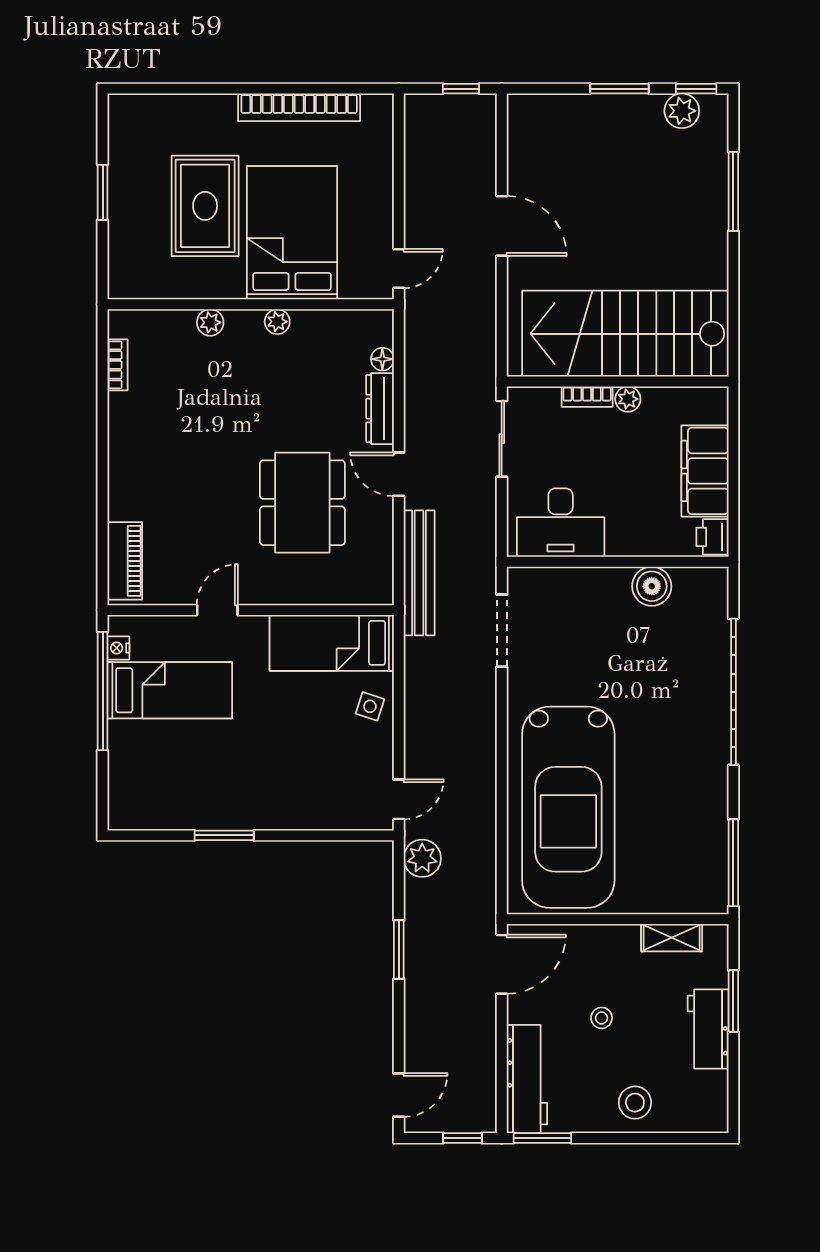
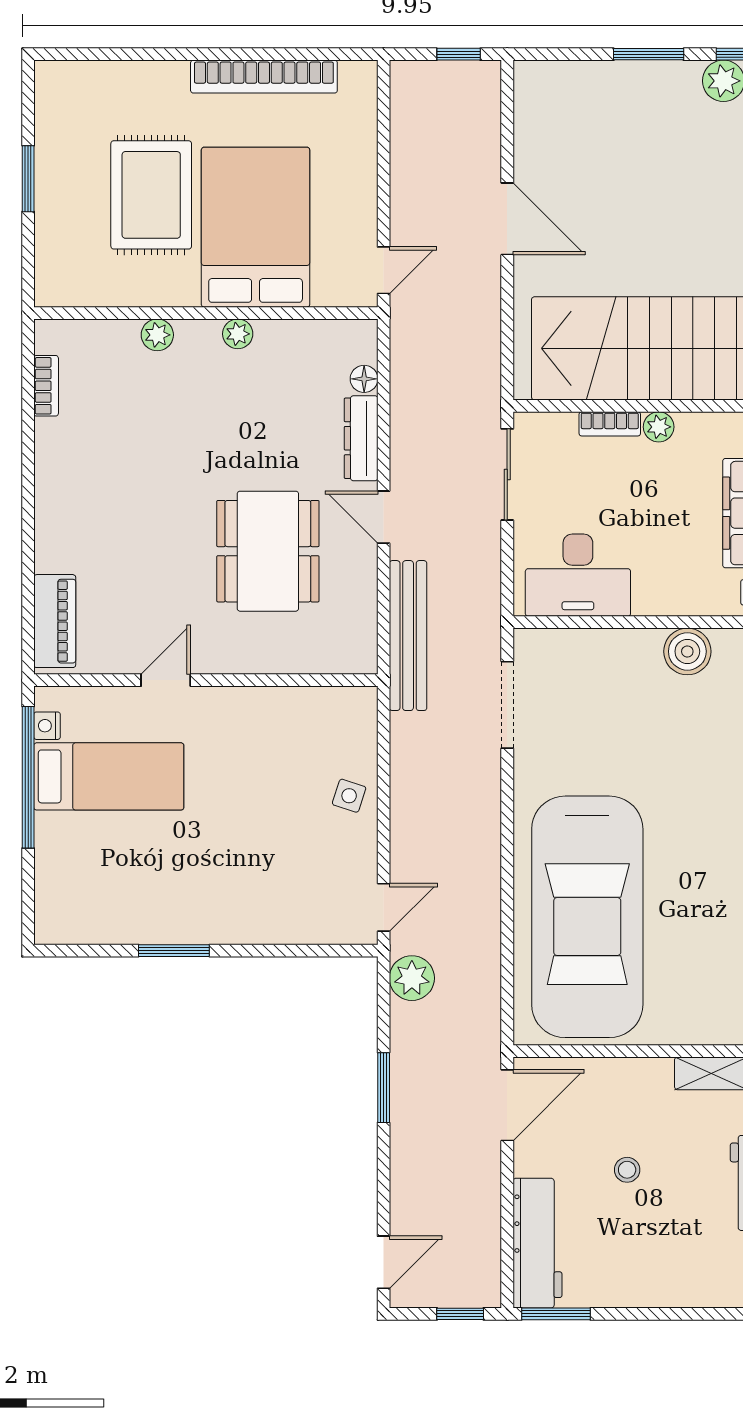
bed: (332, 643) -> (303, 720), removed
stool: (635, 1103) -> (667, 1271), removed

